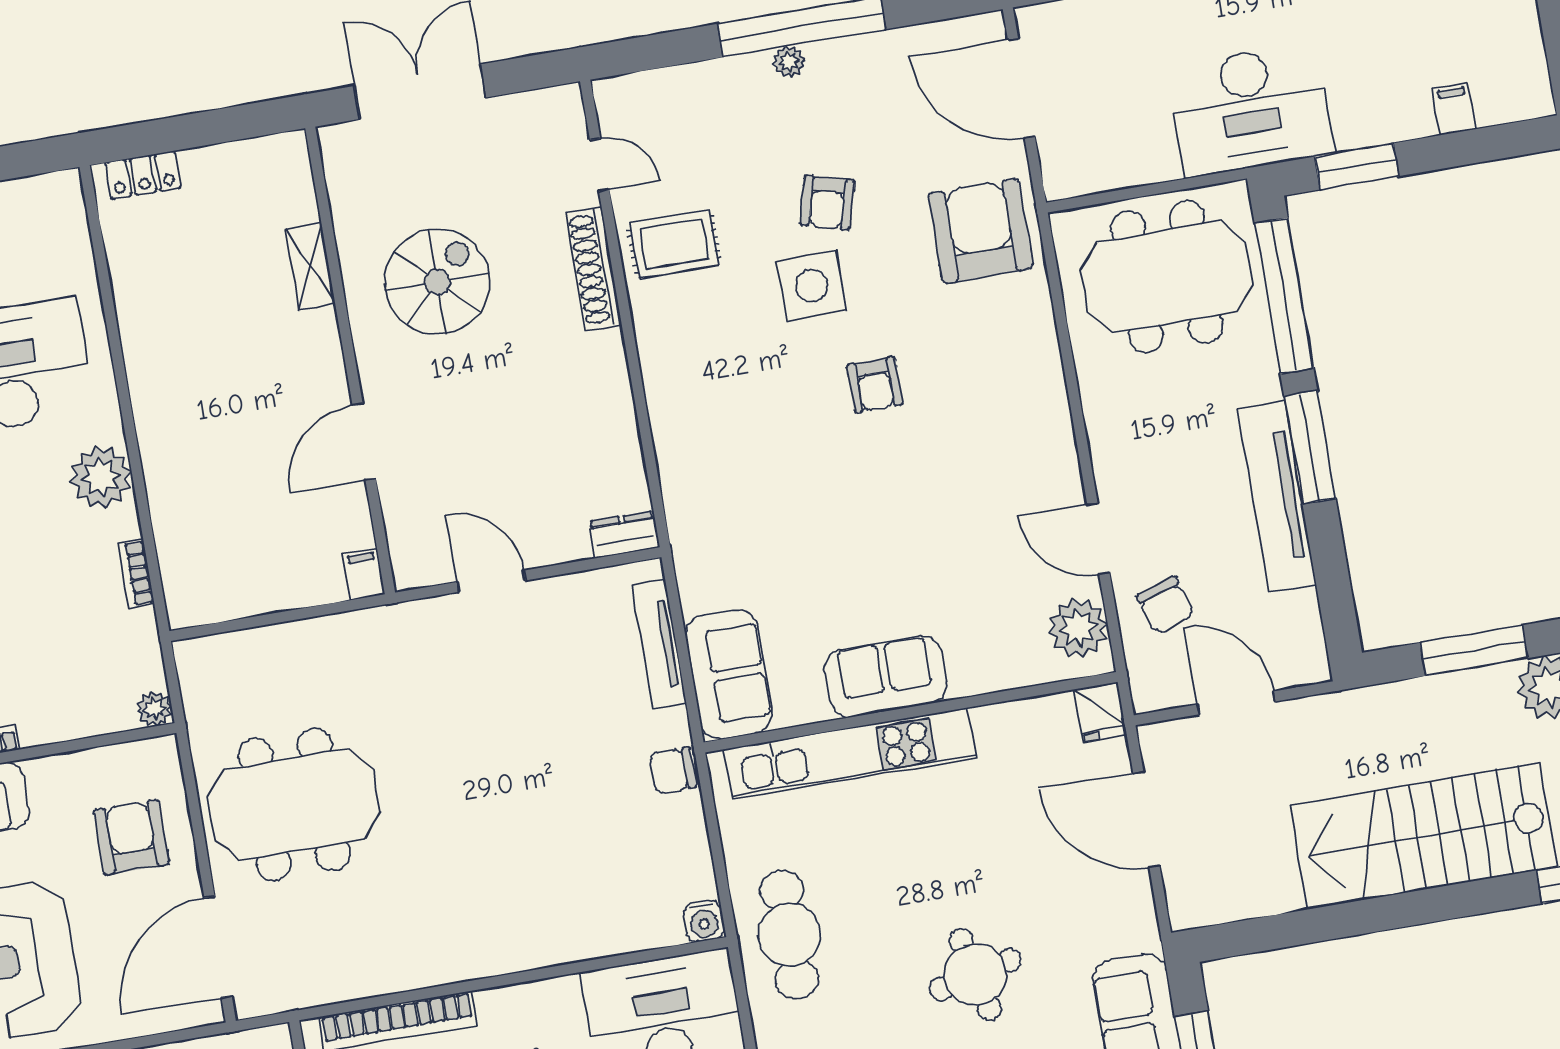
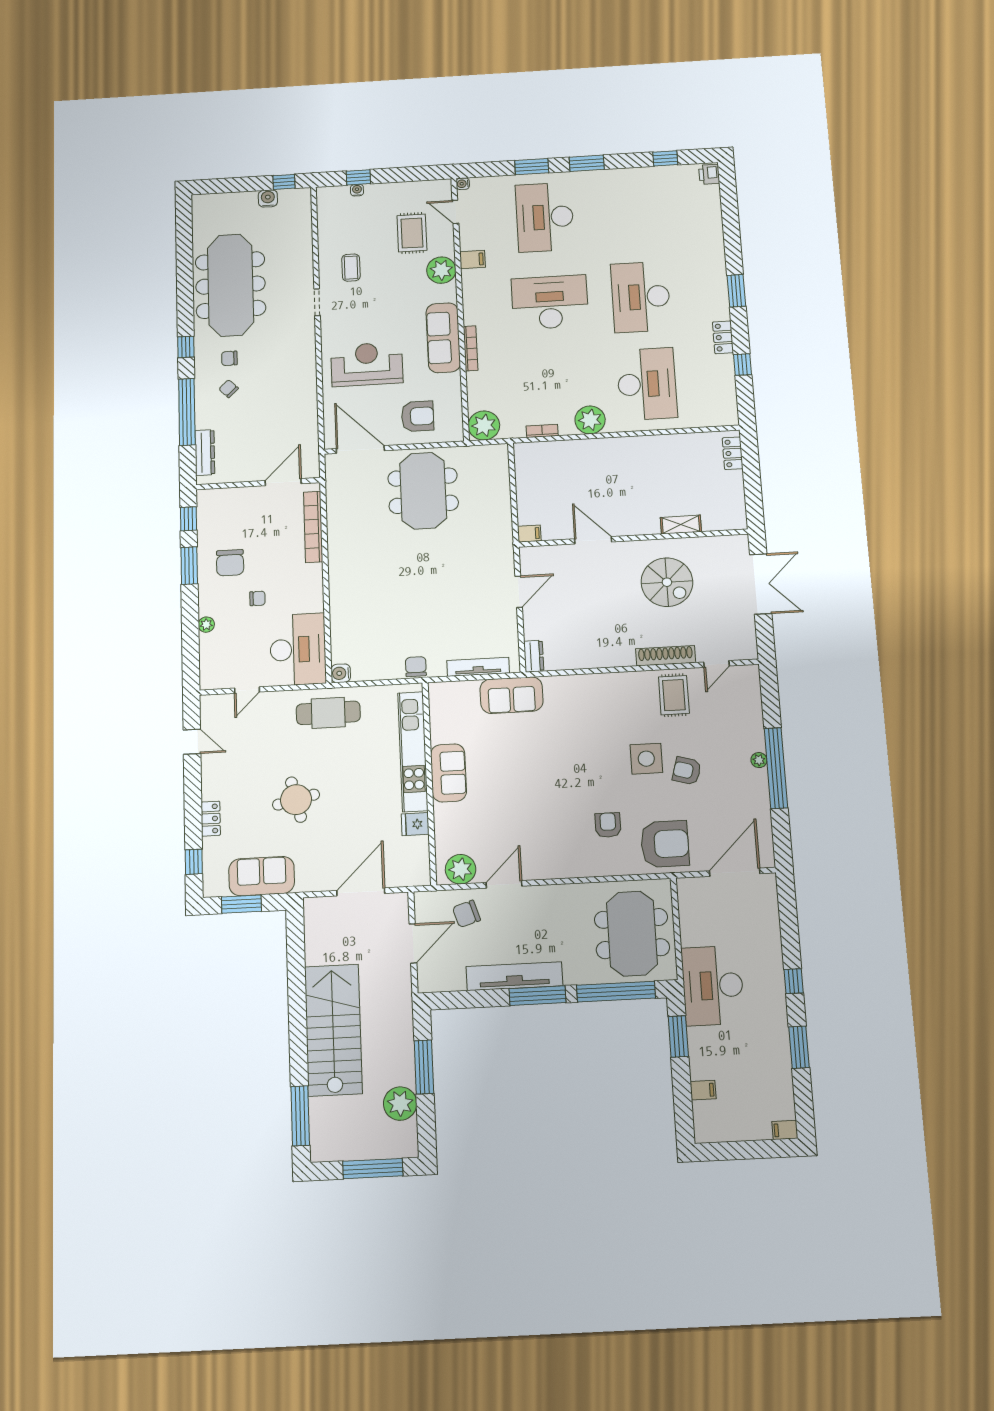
armchair: (875, 385) -> (608, 825), moved, turned 90
sofa: (729, 674) -> (512, 695), moved
plant: (155, 709) -> (484, 425), width x1.87, depth x1.87
fridge: (1100, 712) -> (415, 824), moved

